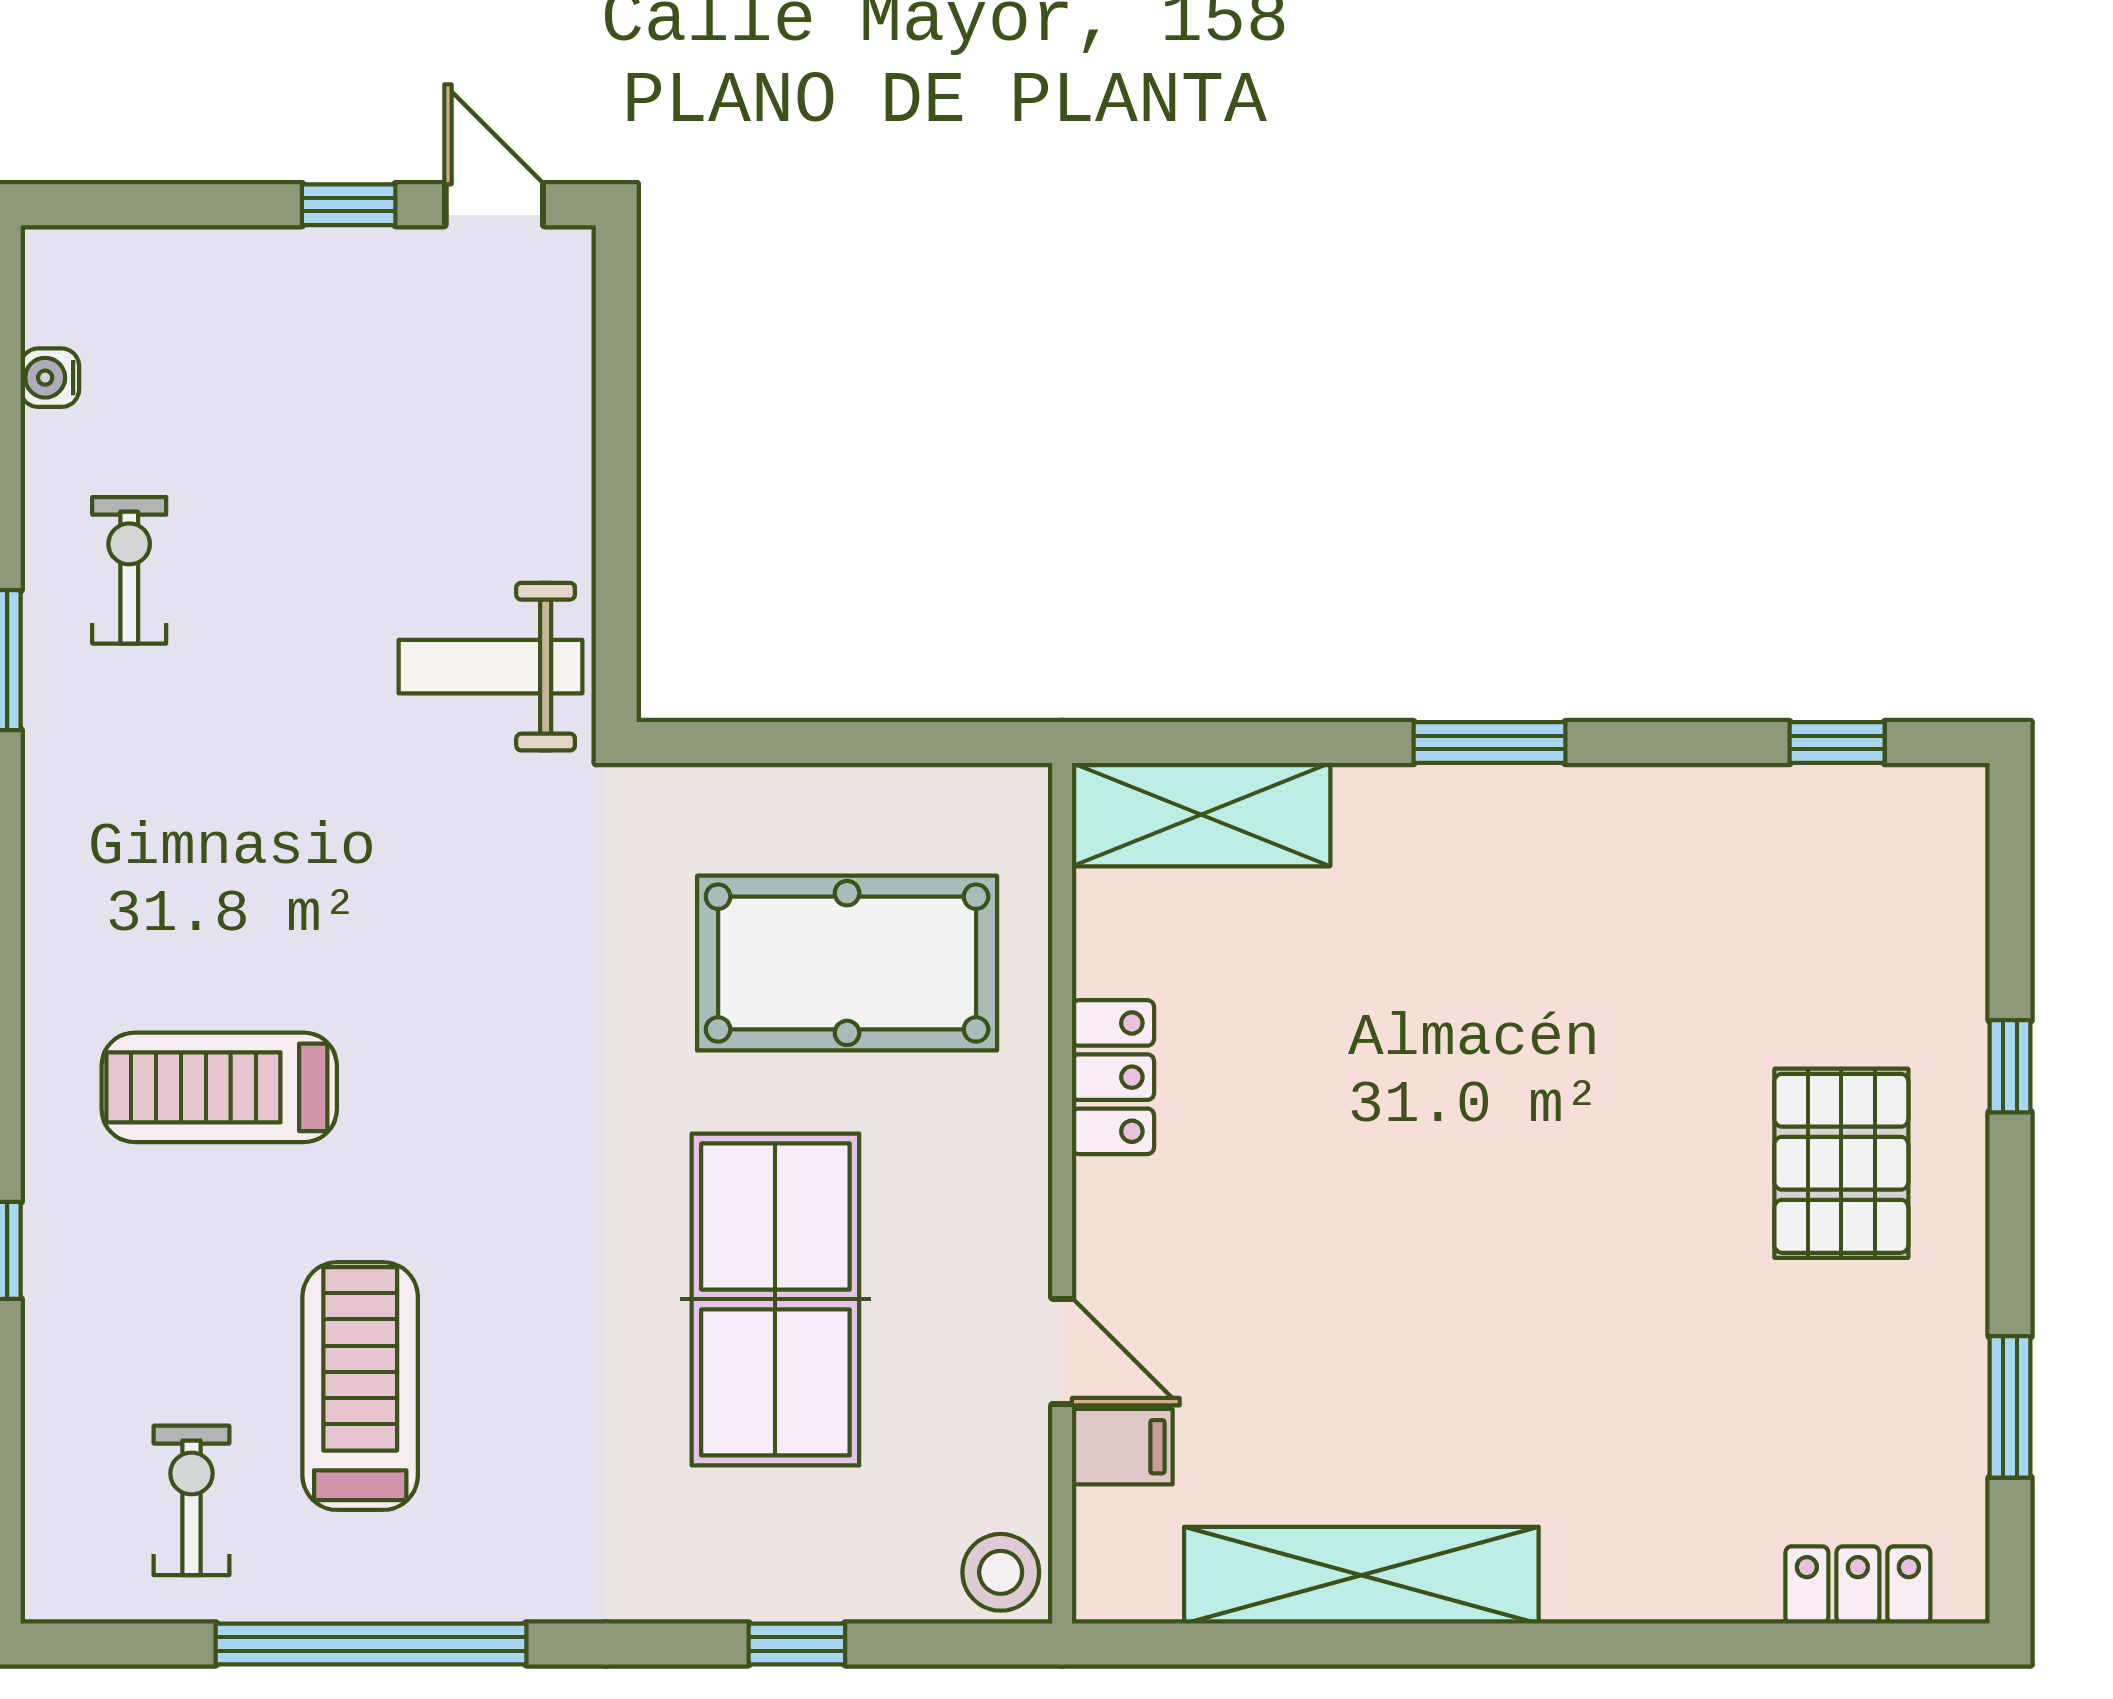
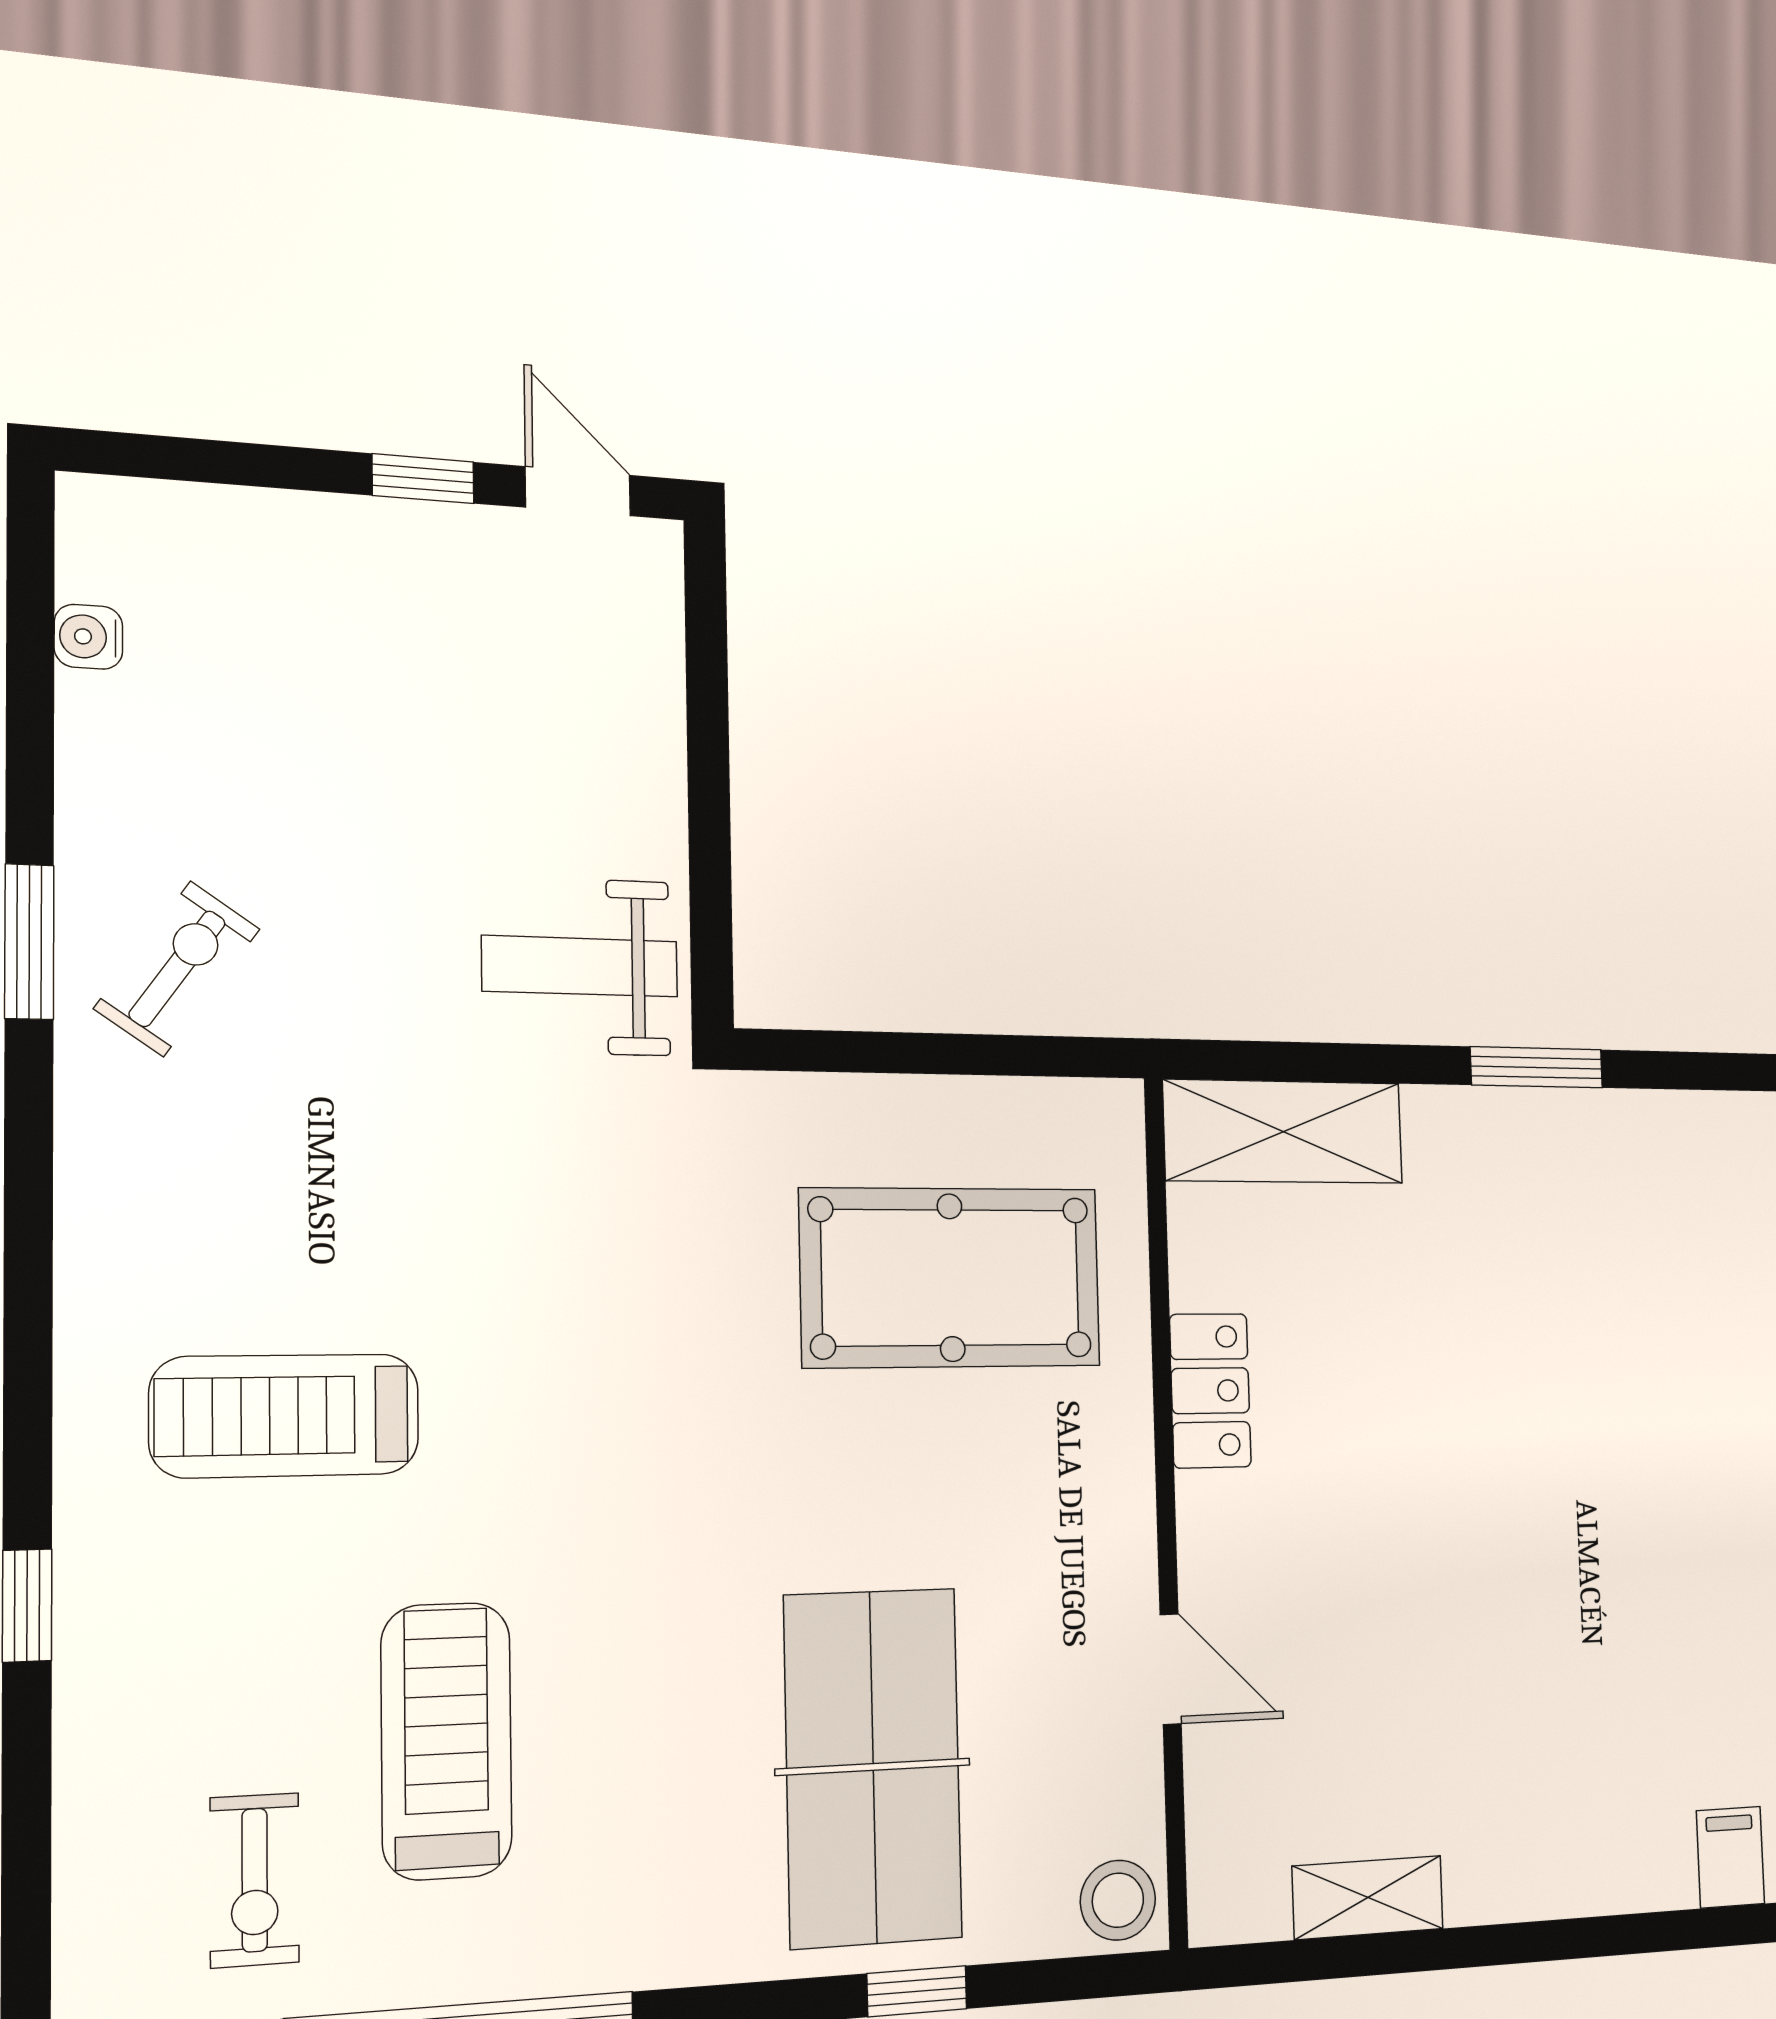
exercise bike: (129, 570) -> (177, 969), moved, turned 35
table tennis table: (775, 1299) -> (873, 1767), moved
filing cabinet: (1122, 1447) -> (1730, 1857), moved, turned -90
exercise bike: (192, 1500) -> (255, 1880), turned 180
shelving: (1361, 1575) -> (1368, 1897), width x0.45, depth x0.75

